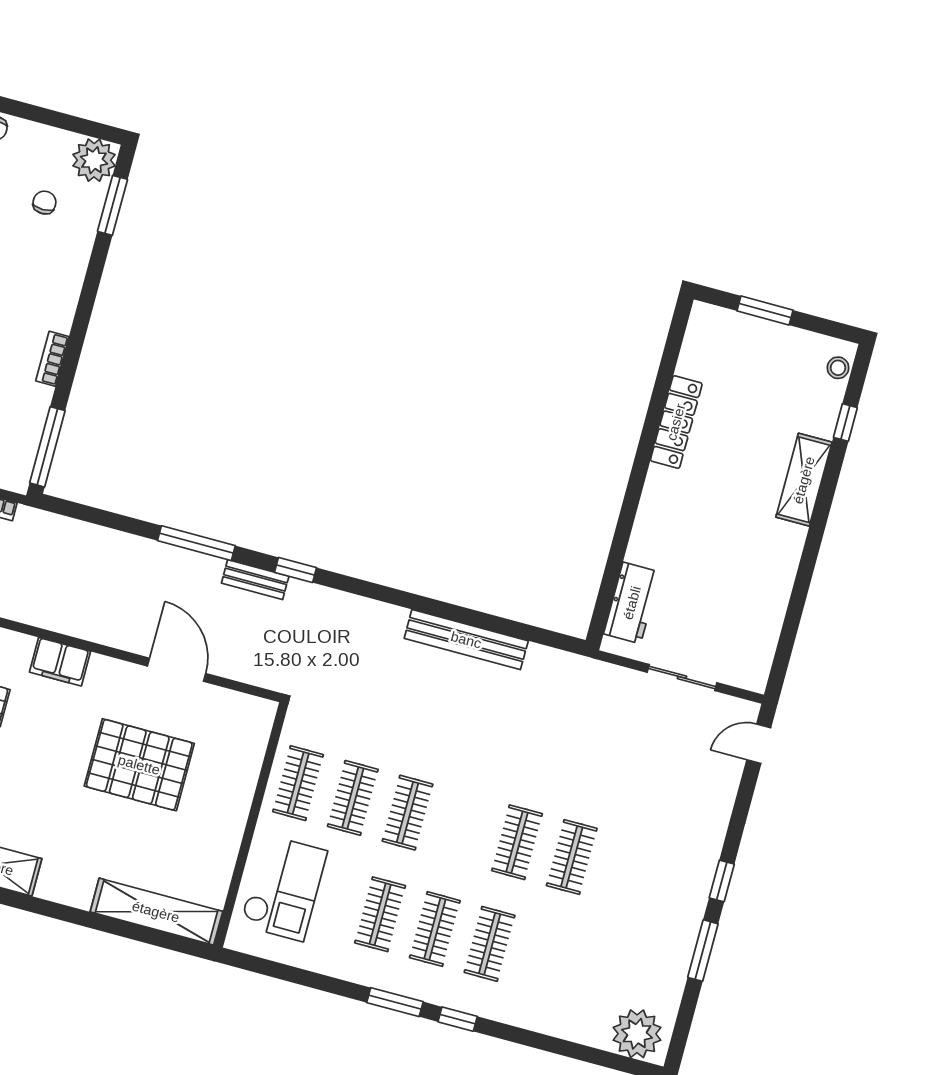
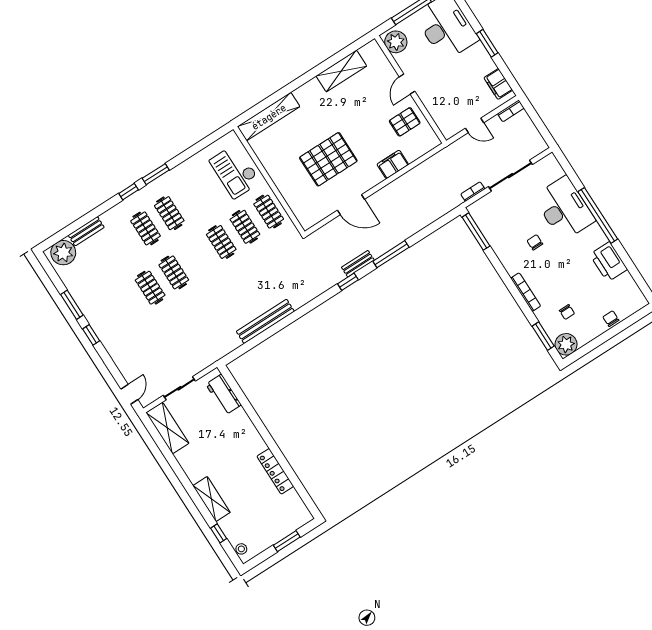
bookcase: (52, 359) -> (526, 292), moved, width x1.56
shelving: (758, 641) -> (167, 428), added
clothes rail: (380, 914) -> (193, 198), removed
bench: (574, 1029) -> (86, 231), added

